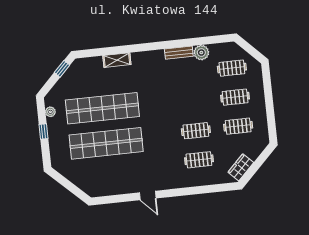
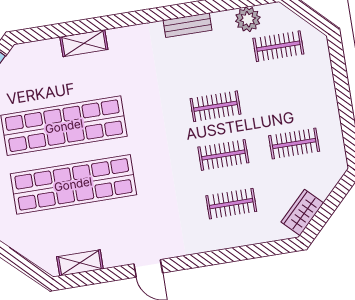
plant: (201, 53) -> (248, 19), moved
clothes rail: (235, 97) -> (215, 106), moved
shelving: (107, 190) -> (80, 263), added

